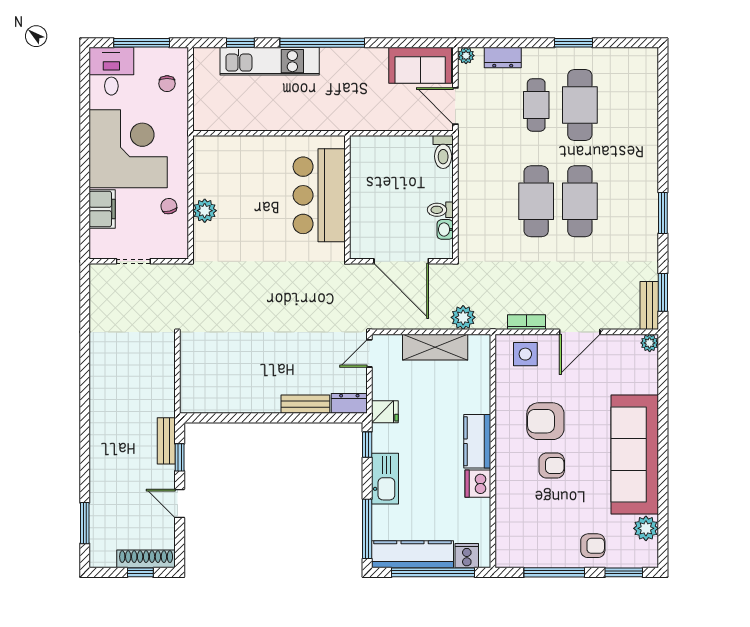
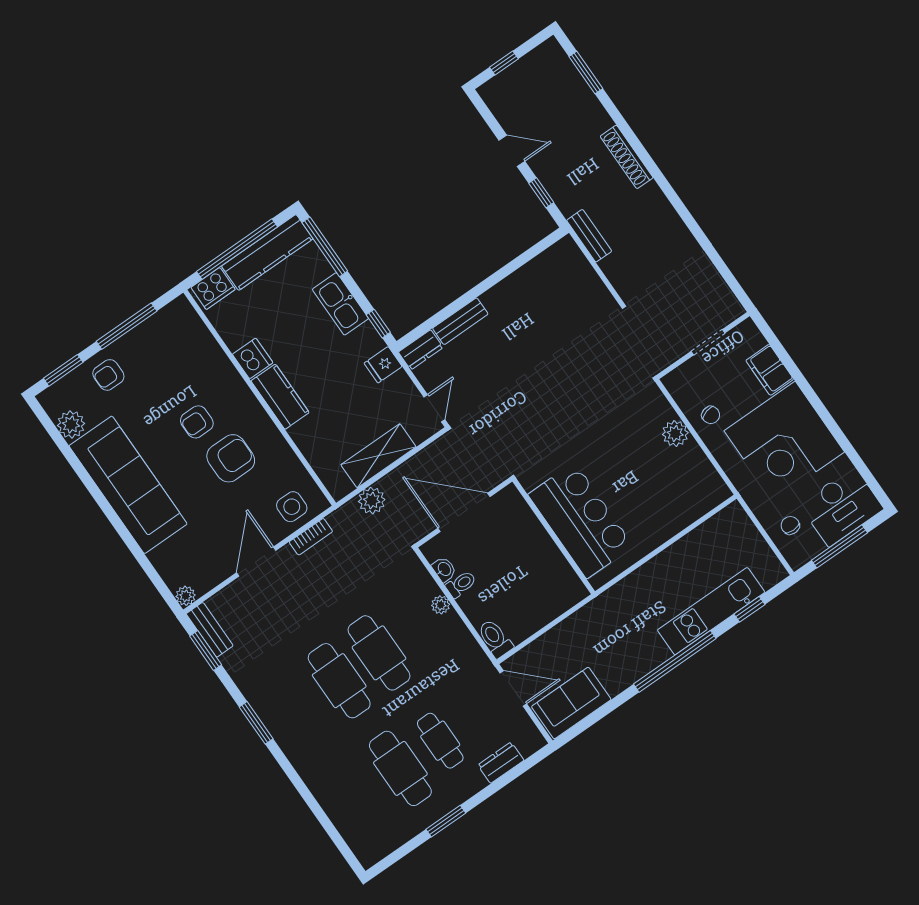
plant: (466, 56) -> (441, 605), moved
desk: (111, 71) -> (841, 507), width x1.37
bench: (166, 441) -> (589, 236), moved
cooker: (467, 556) -> (213, 288), width x1.36
shoe rack: (146, 559) -> (627, 157), moved, turned 90

